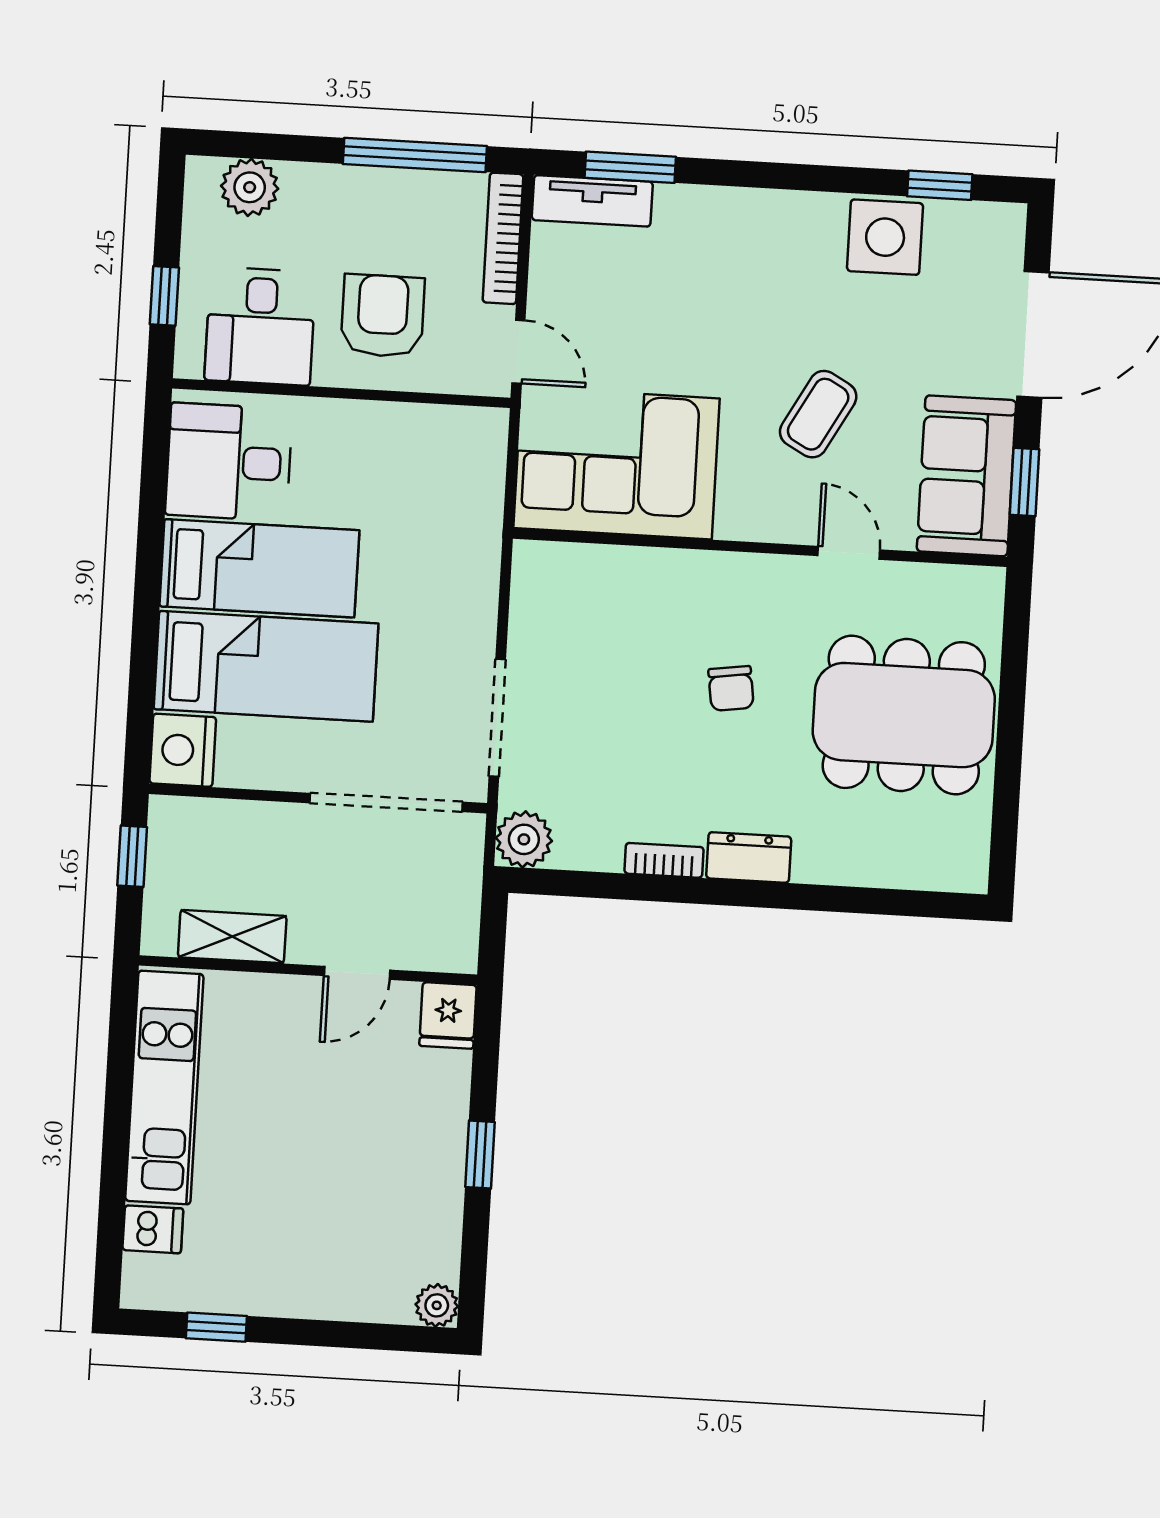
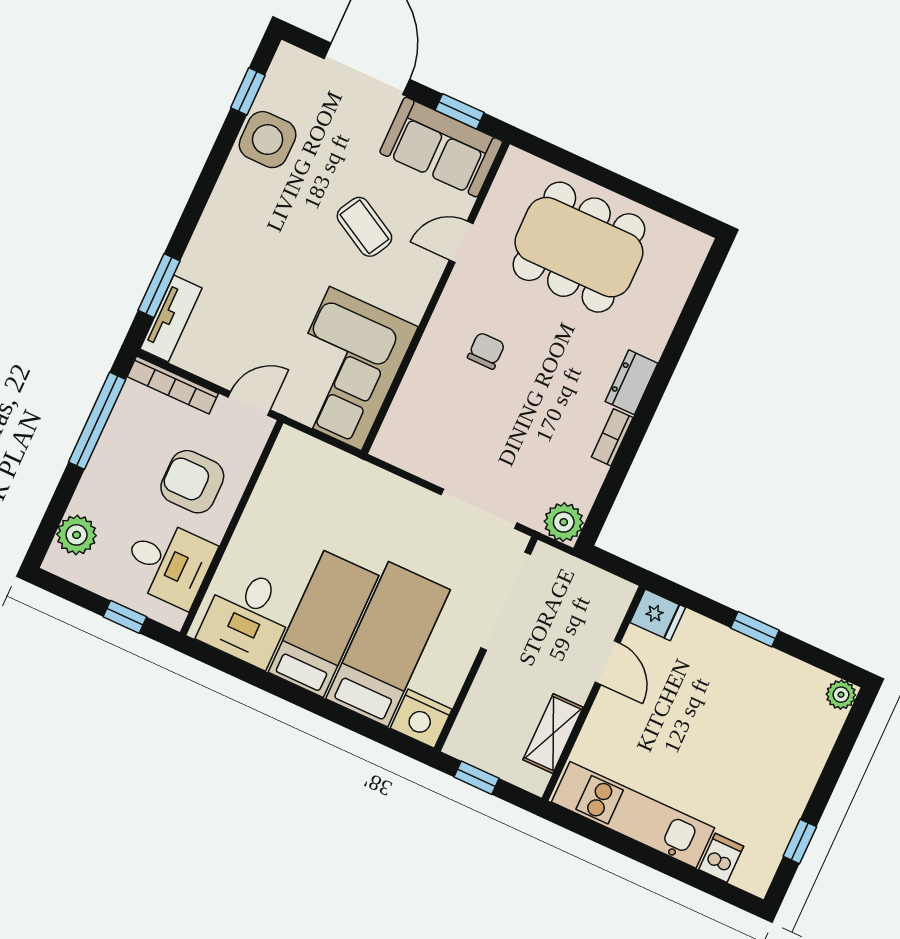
chair: (731, 688) -> (486, 351), moved, turned -82
dining table: (904, 715) -> (579, 247), turned 90

